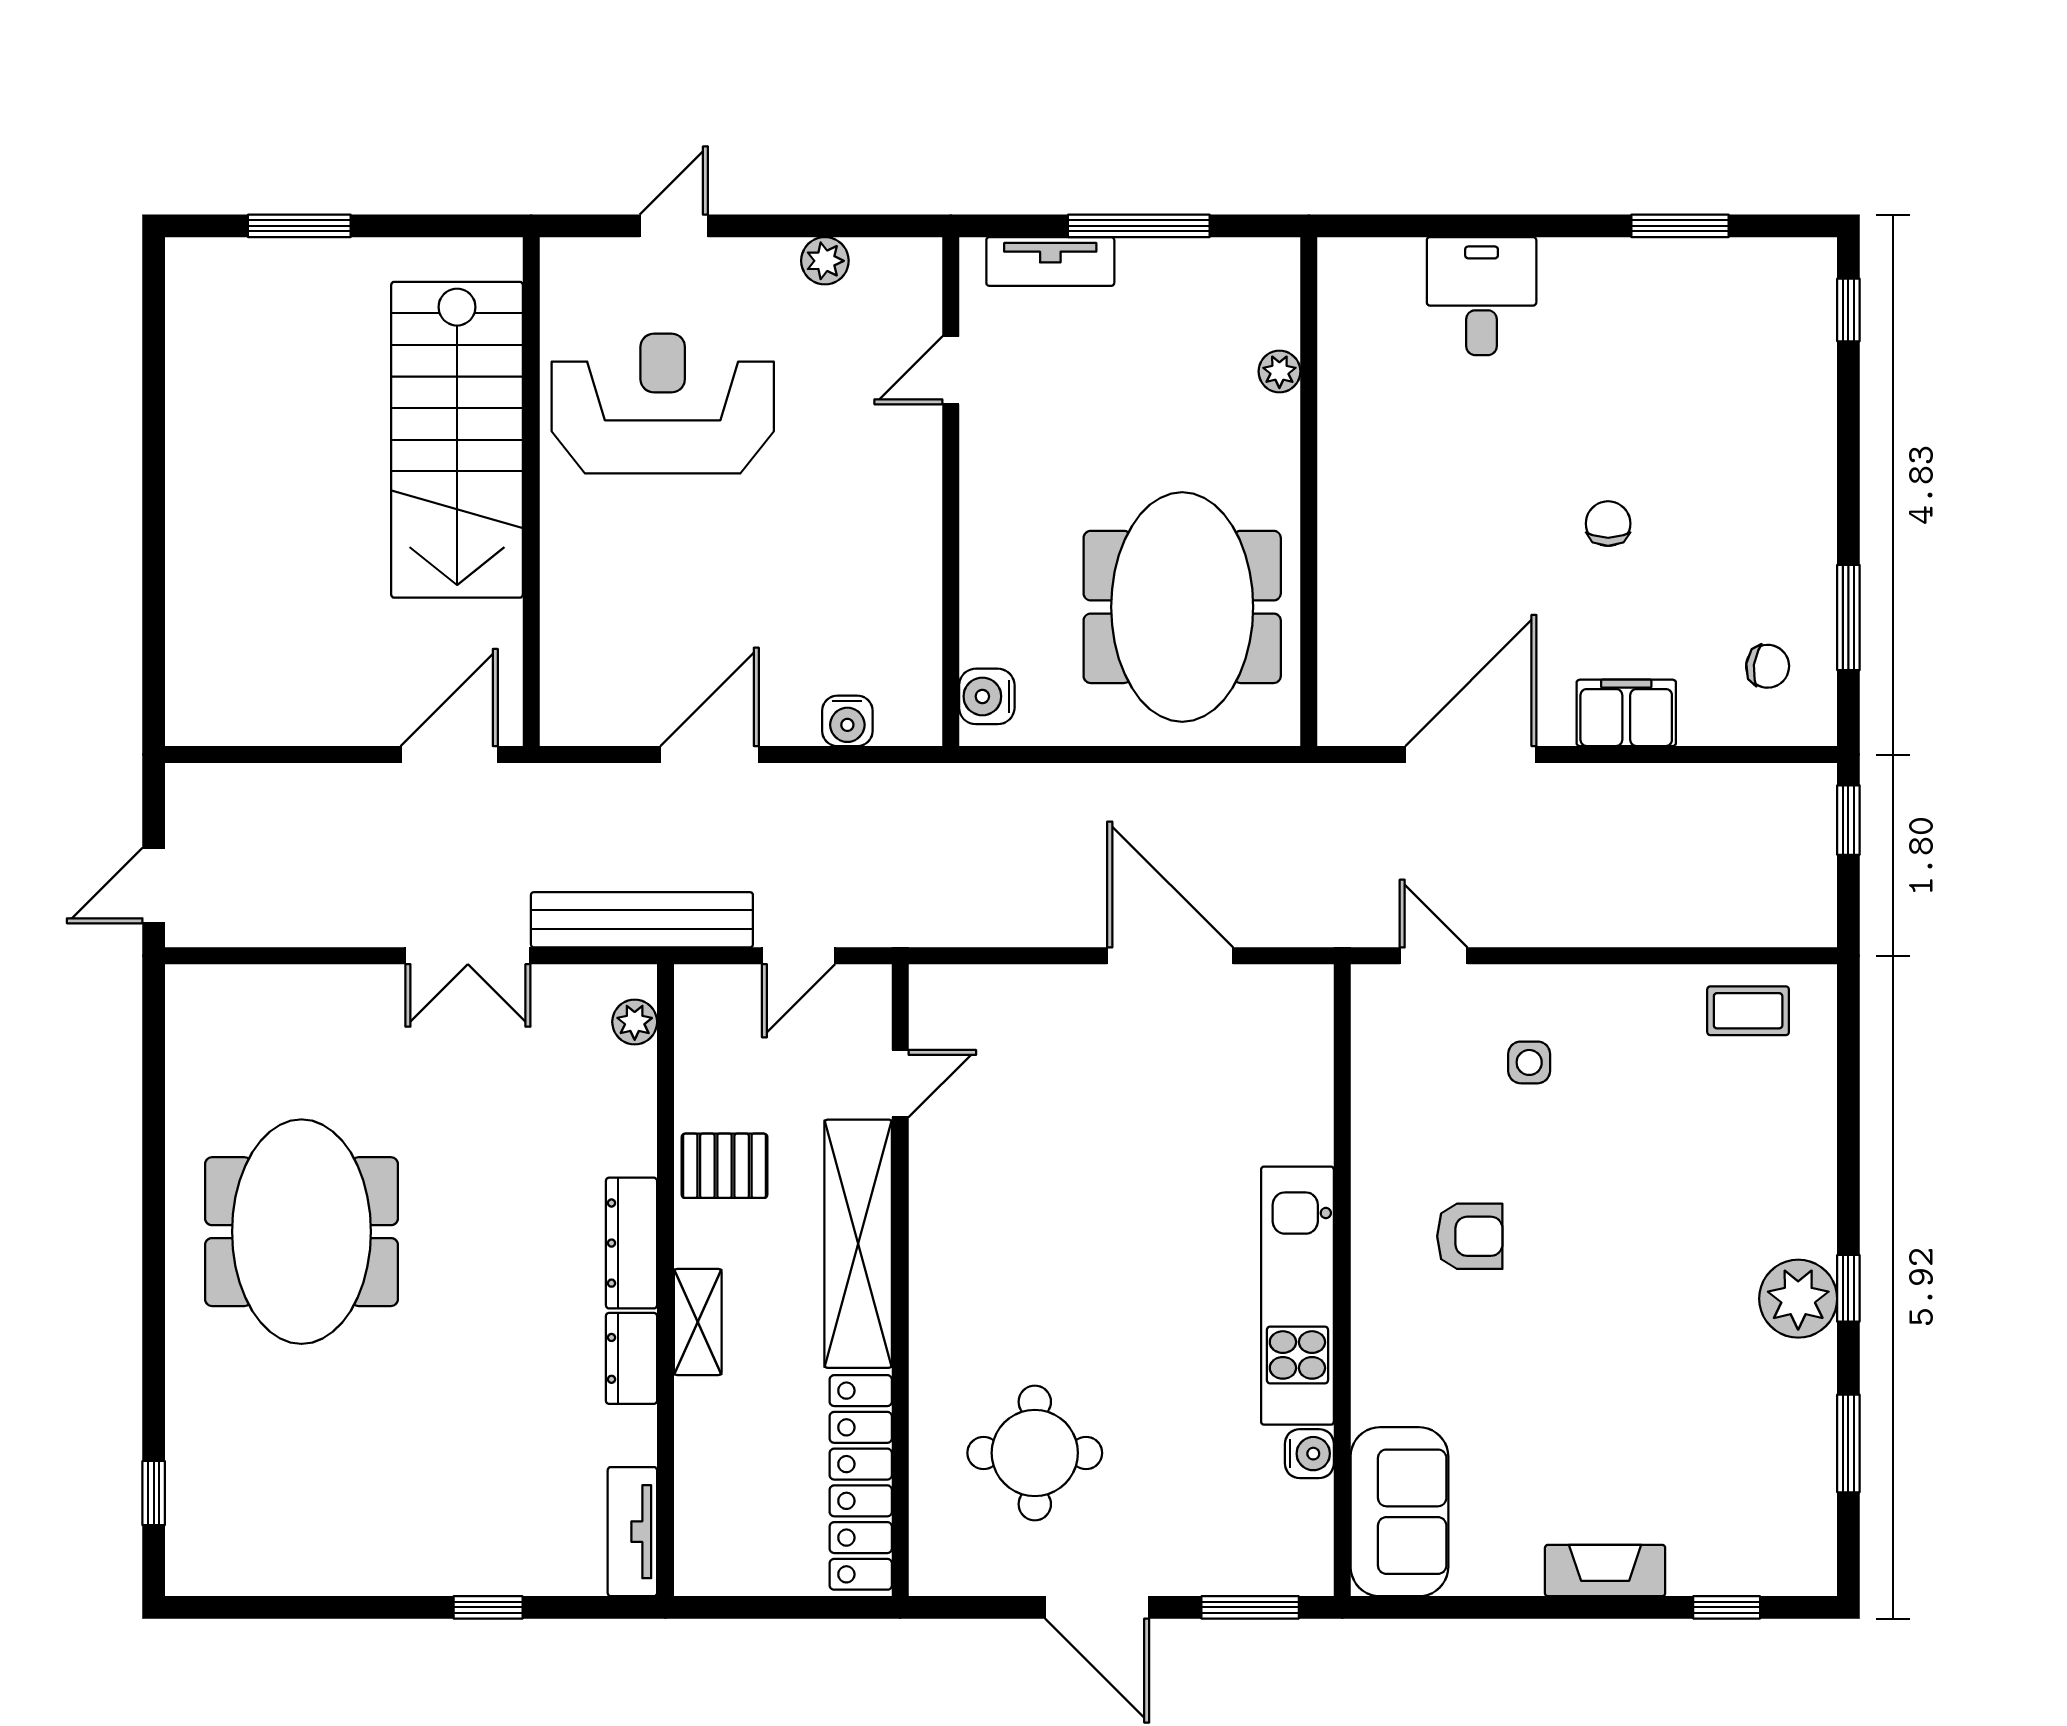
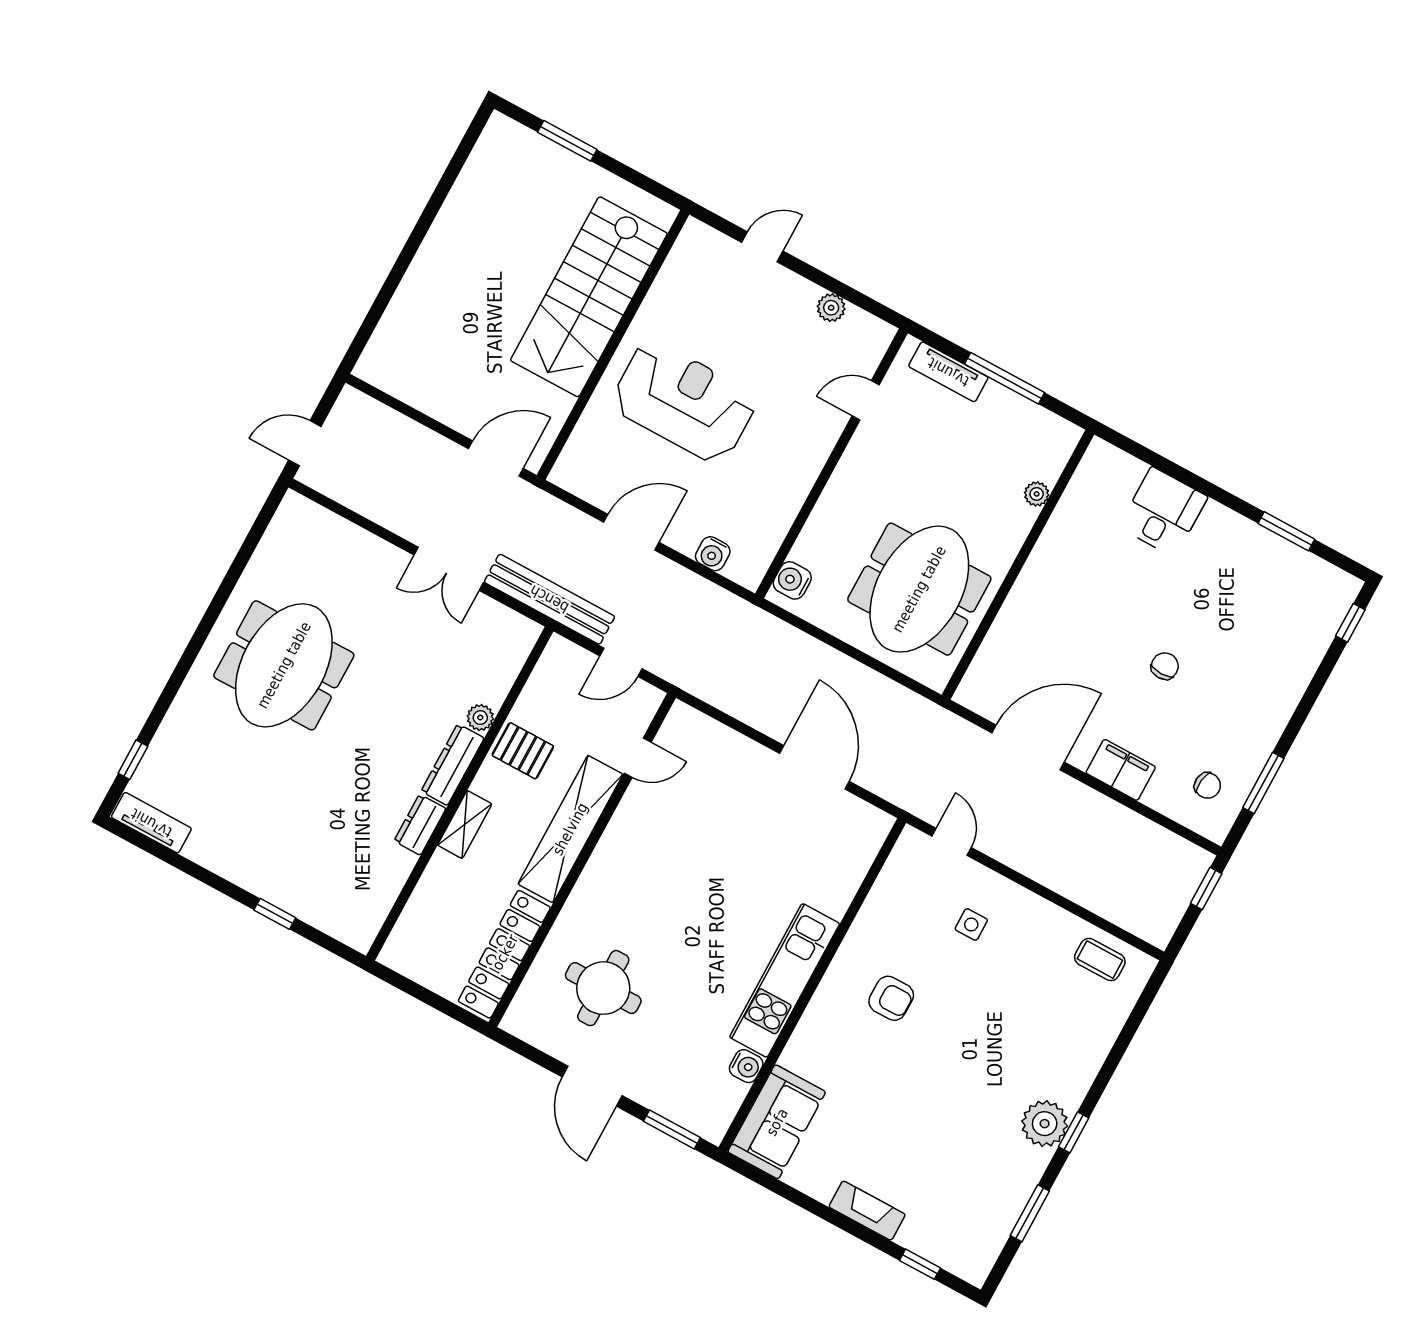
reception desk: (663, 404) -> (684, 402), moved
plant: (635, 1022) -> (480, 718), moved
tv unit: (632, 1532) -> (151, 823), moved, turned 90

